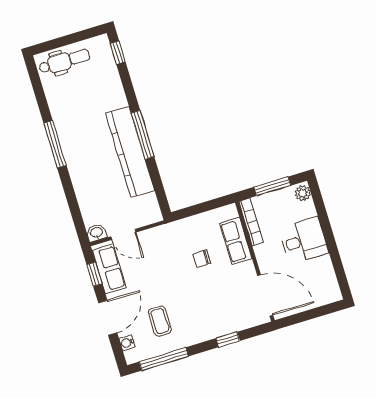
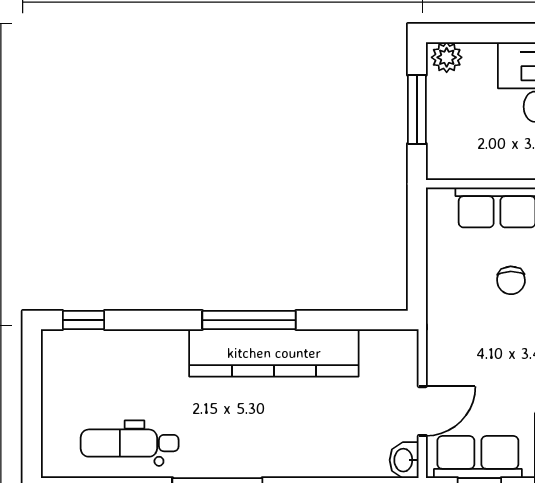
dental chair: (64, 61) -> (130, 443), moved, turned -90
bookcase: (251, 222) -> (471, 169), removed

